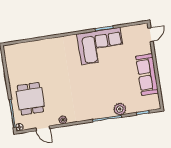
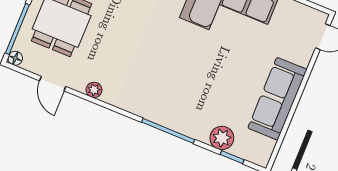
plant: (120, 109) -> (222, 138), moved

